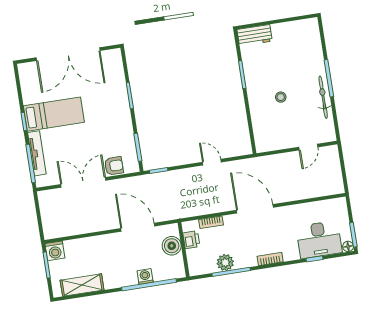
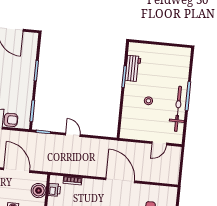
workbench: (255, 35) -> (133, 68), moved, turned -90
bicycle: (323, 97) -> (178, 109), width x1.37, depth x1.40
door: (212, 162) -> (73, 135), moved
door: (255, 209) -> (120, 180), moved

